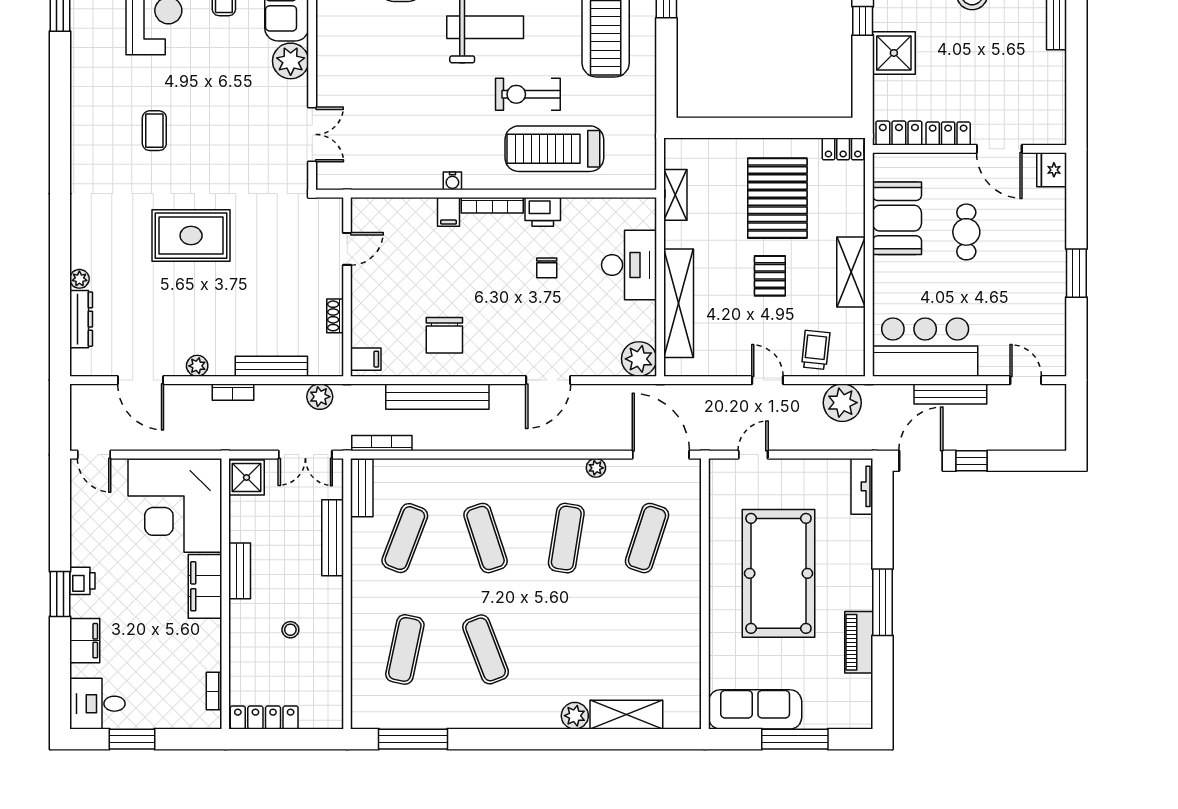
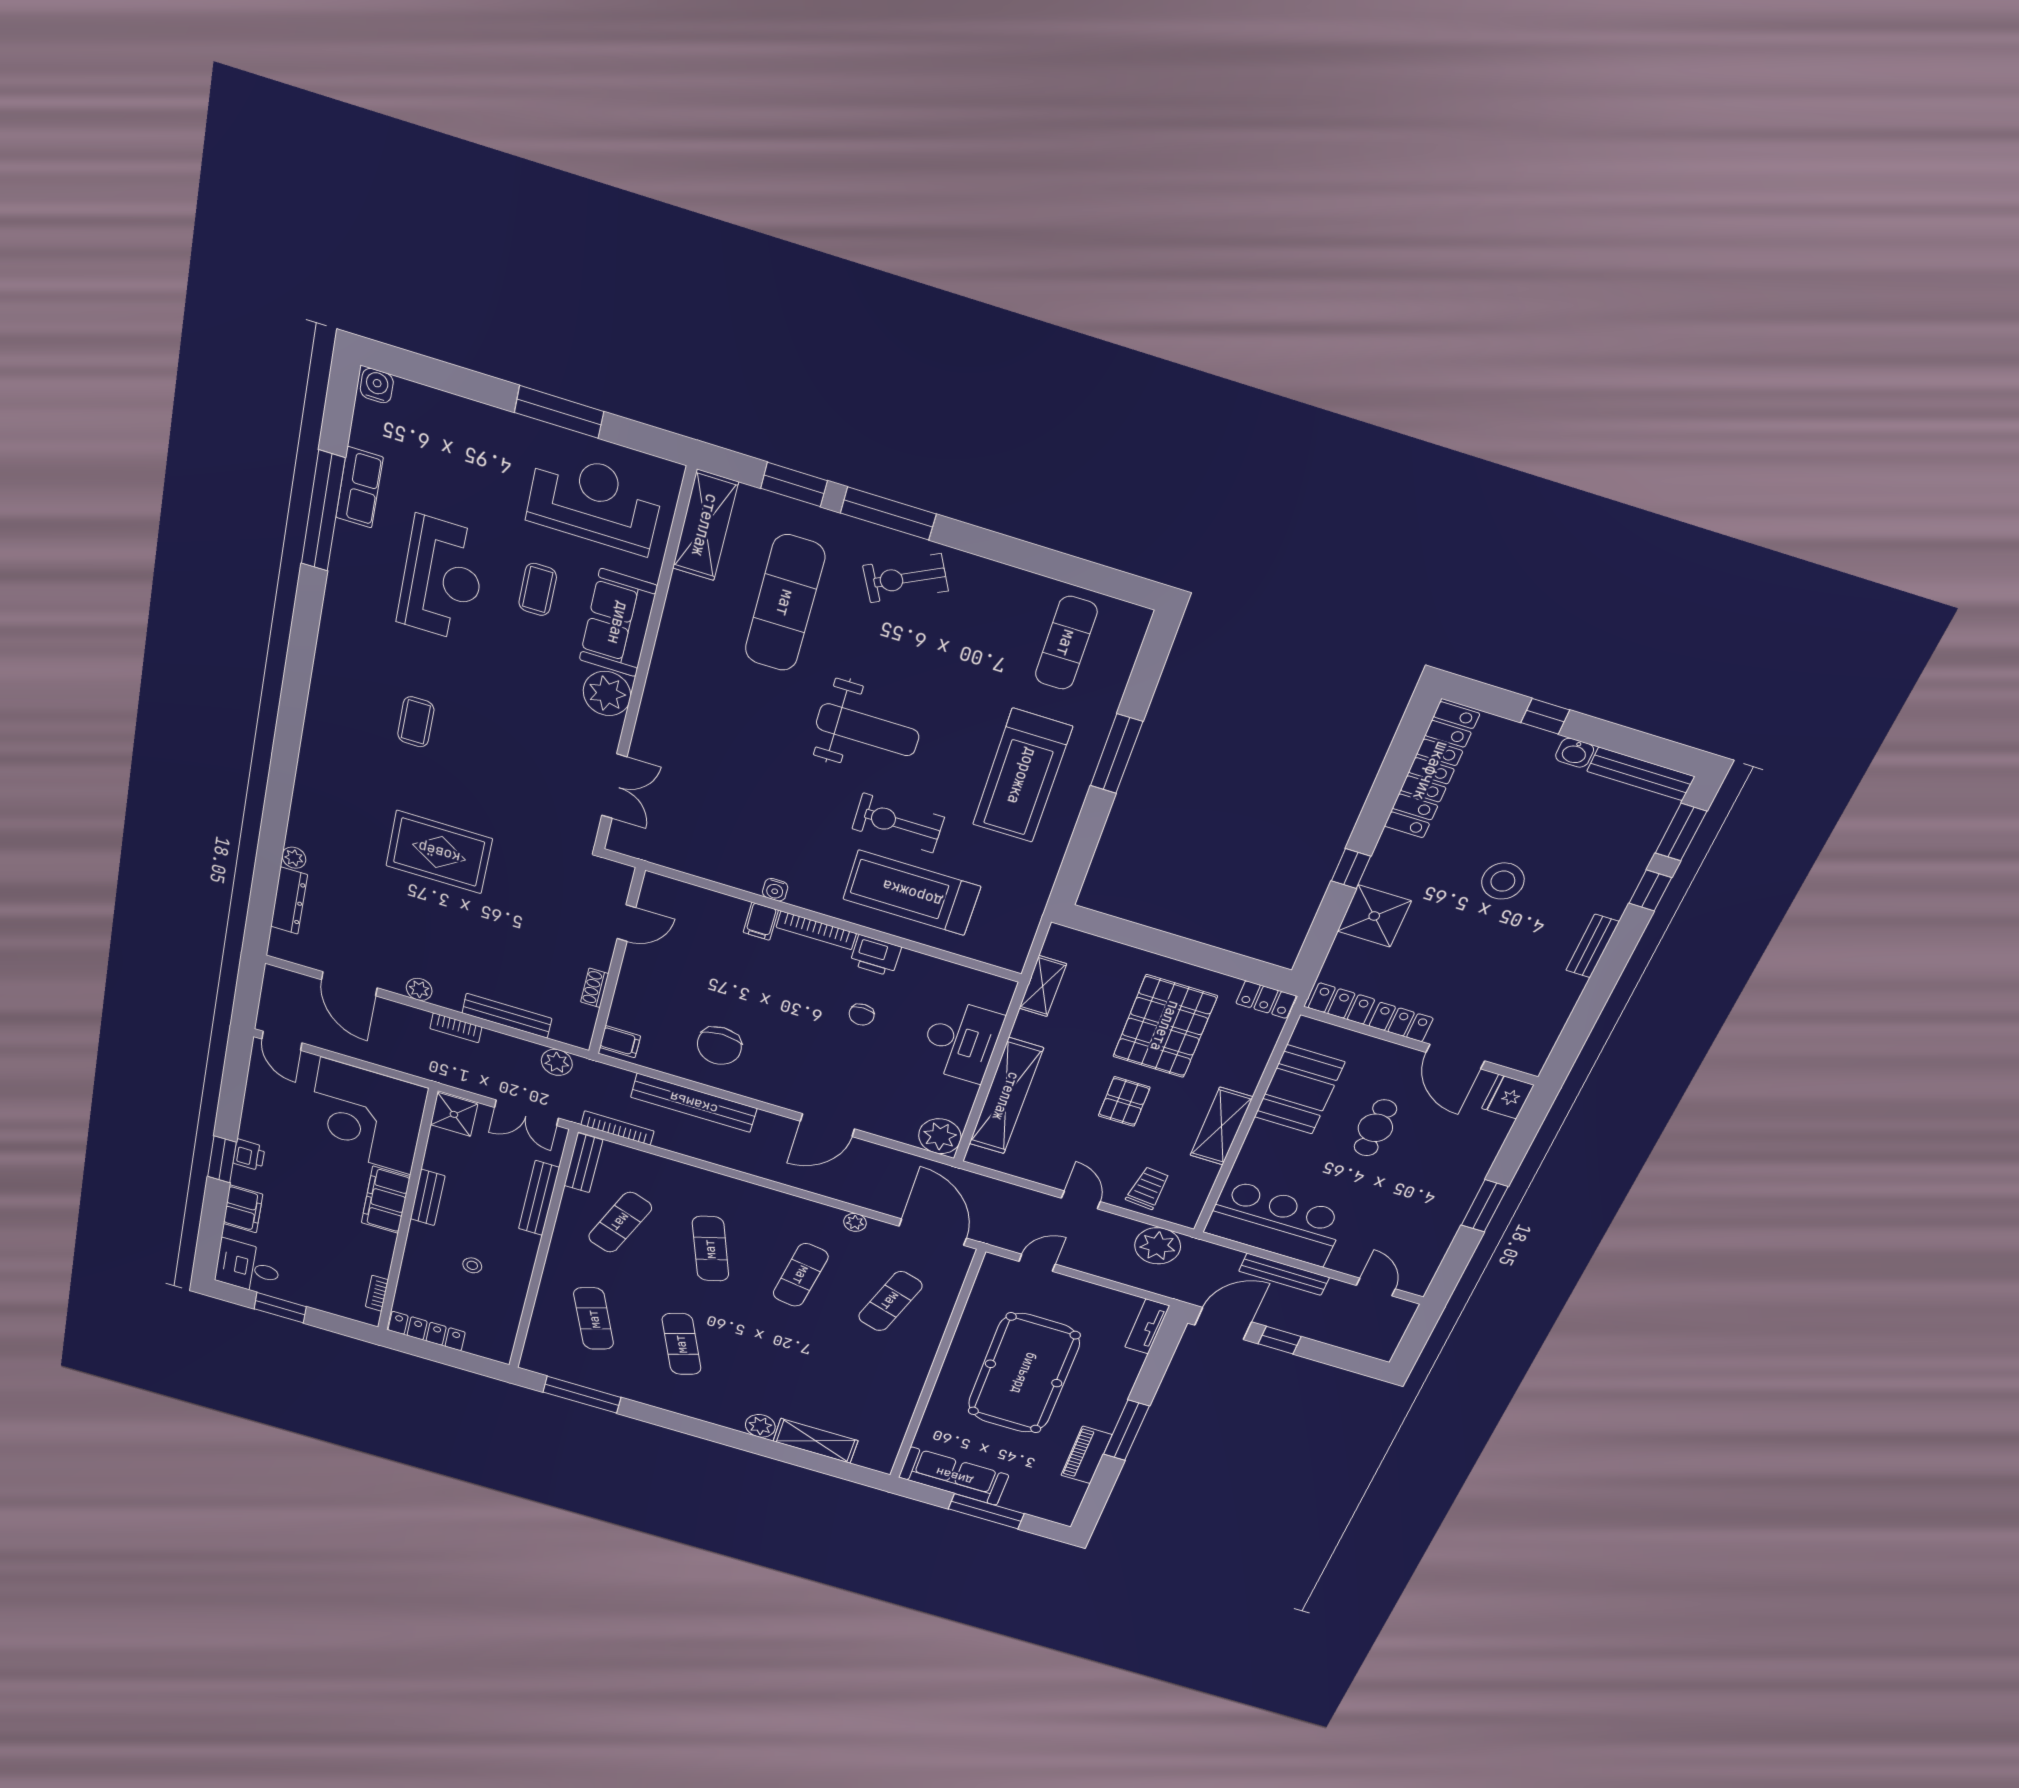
exercise mat: (405, 649) -> (594, 1319), turned -33

